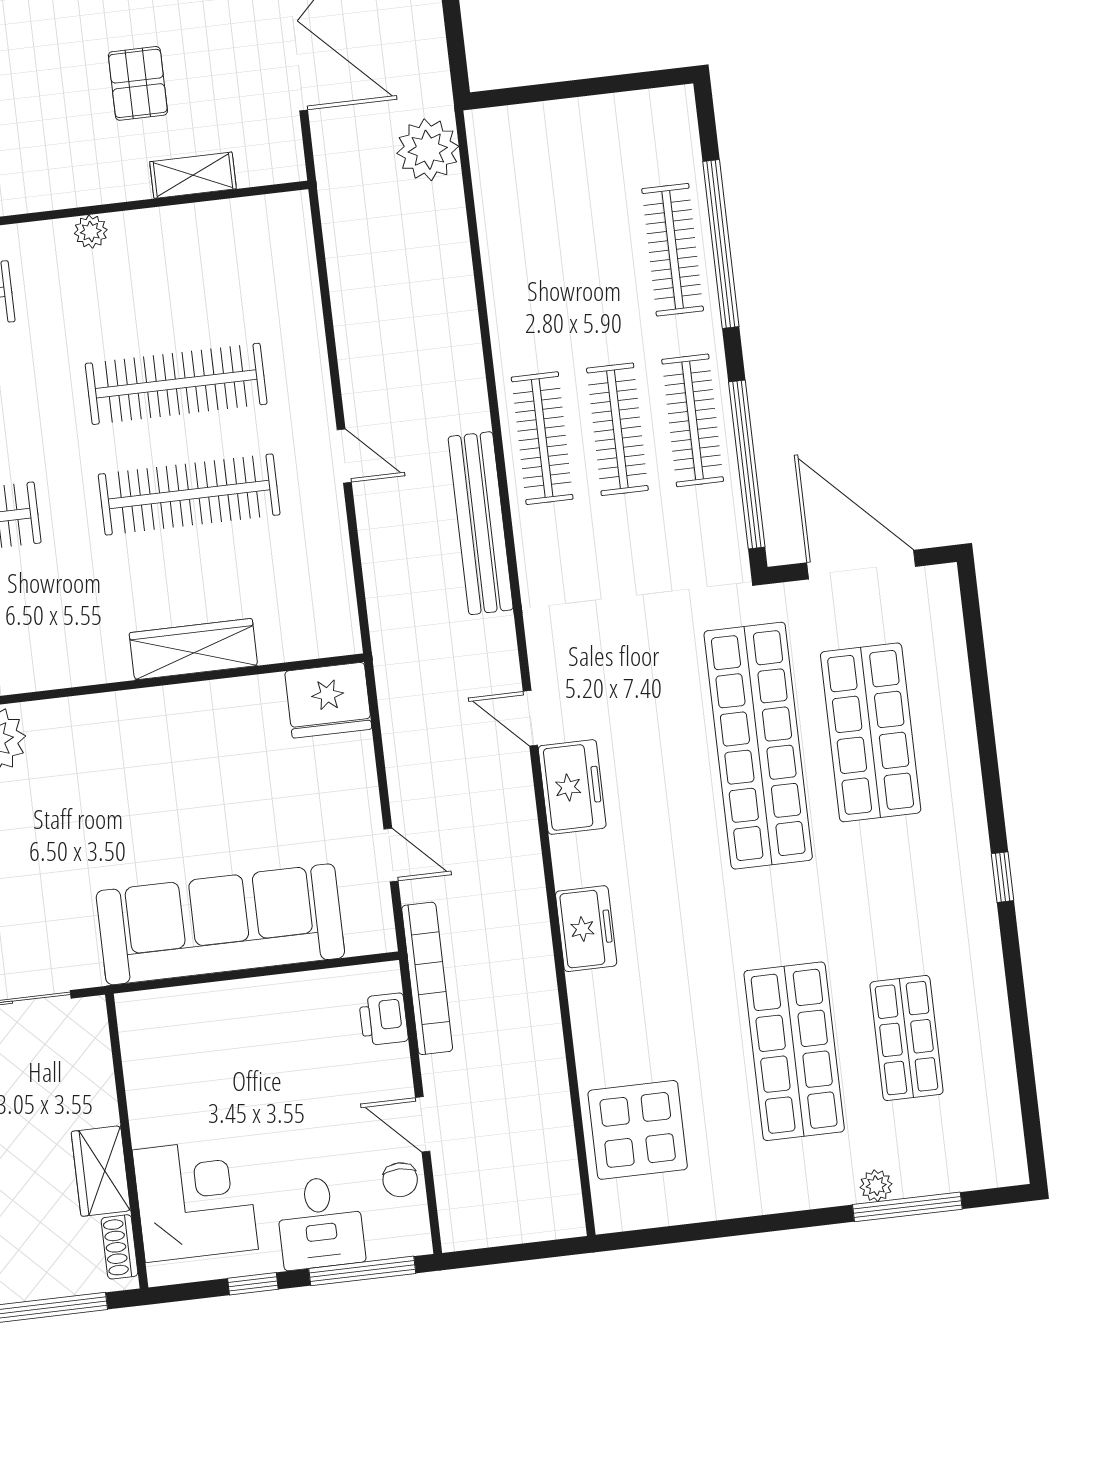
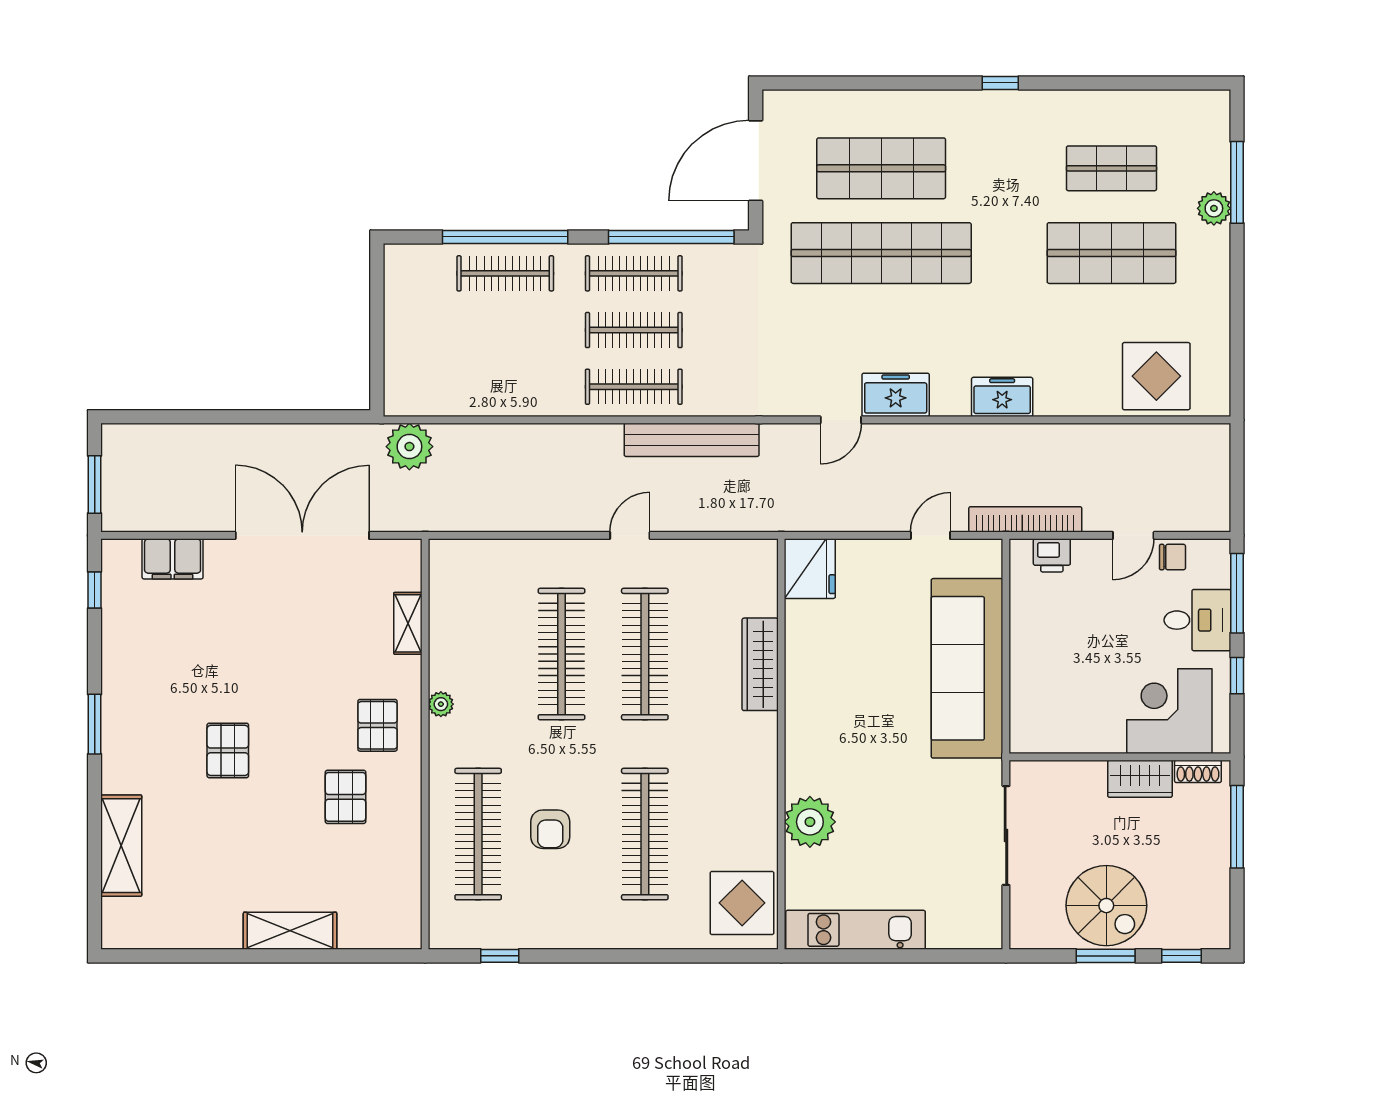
pallet: (138, 83) -> (377, 725), moved, turned 90
plant: (876, 1186) -> (1214, 208), width x1.38, depth x1.38

